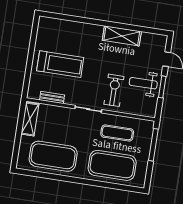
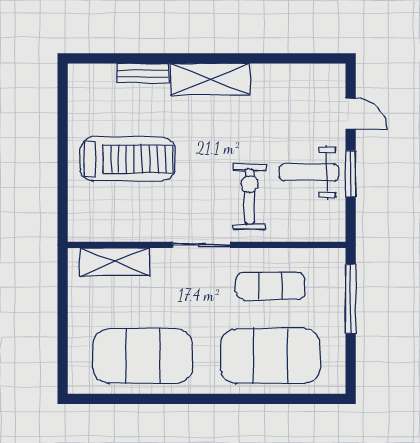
shelving: (122, 36) -> (210, 79), moved
bench: (52, 97) -> (143, 73), moved
shelving: (30, 119) -> (115, 262), moved, turned 90

